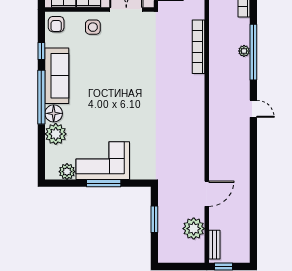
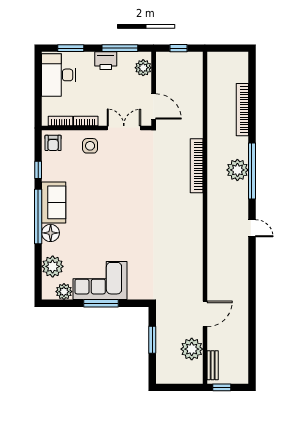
plant: (244, 51) -> (237, 170), width x1.88, depth x1.88
sofa: (57, 76) -> (54, 202), width x0.73
plant: (56, 134) -> (53, 266), moved

